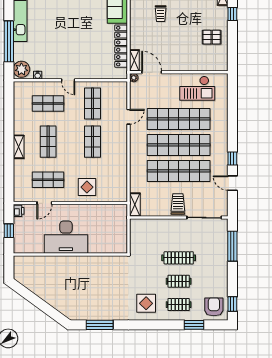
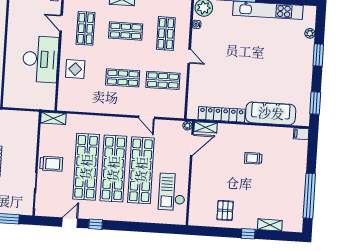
door: (68, 80) -> (189, 56), swing flipped
desk: (66, 237) -> (40, 59), moved, turned 180

